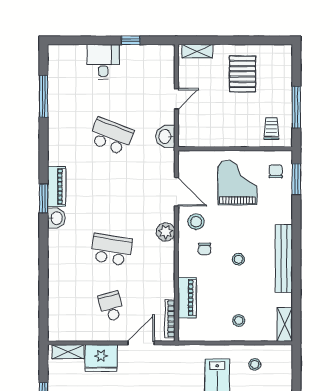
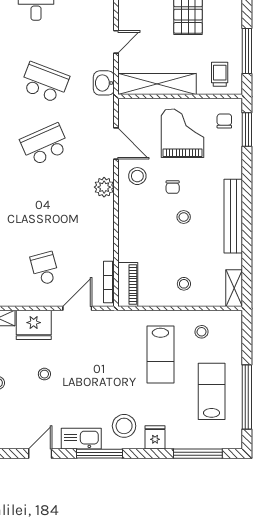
shelving: (214, 137) -> (157, 84), added
chair: (205, 249) -> (173, 187), moved
school desk: (111, 250) -> (45, 145), moved, turned -33
piano: (187, 298) -> (128, 285), moved

